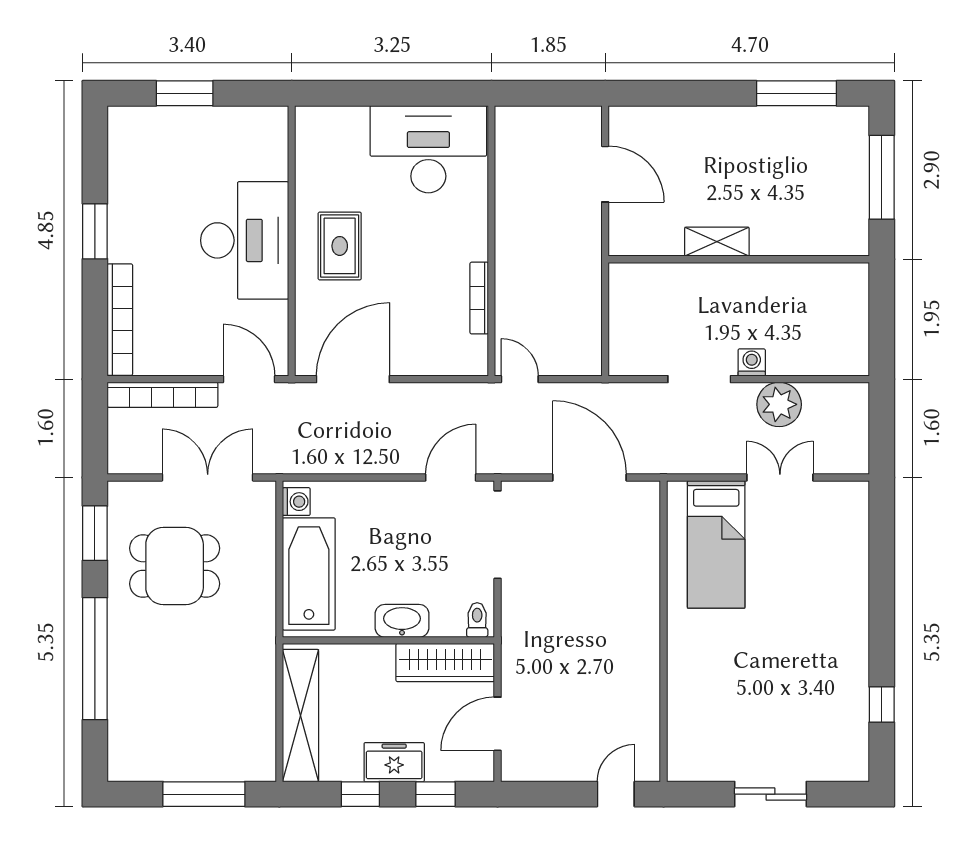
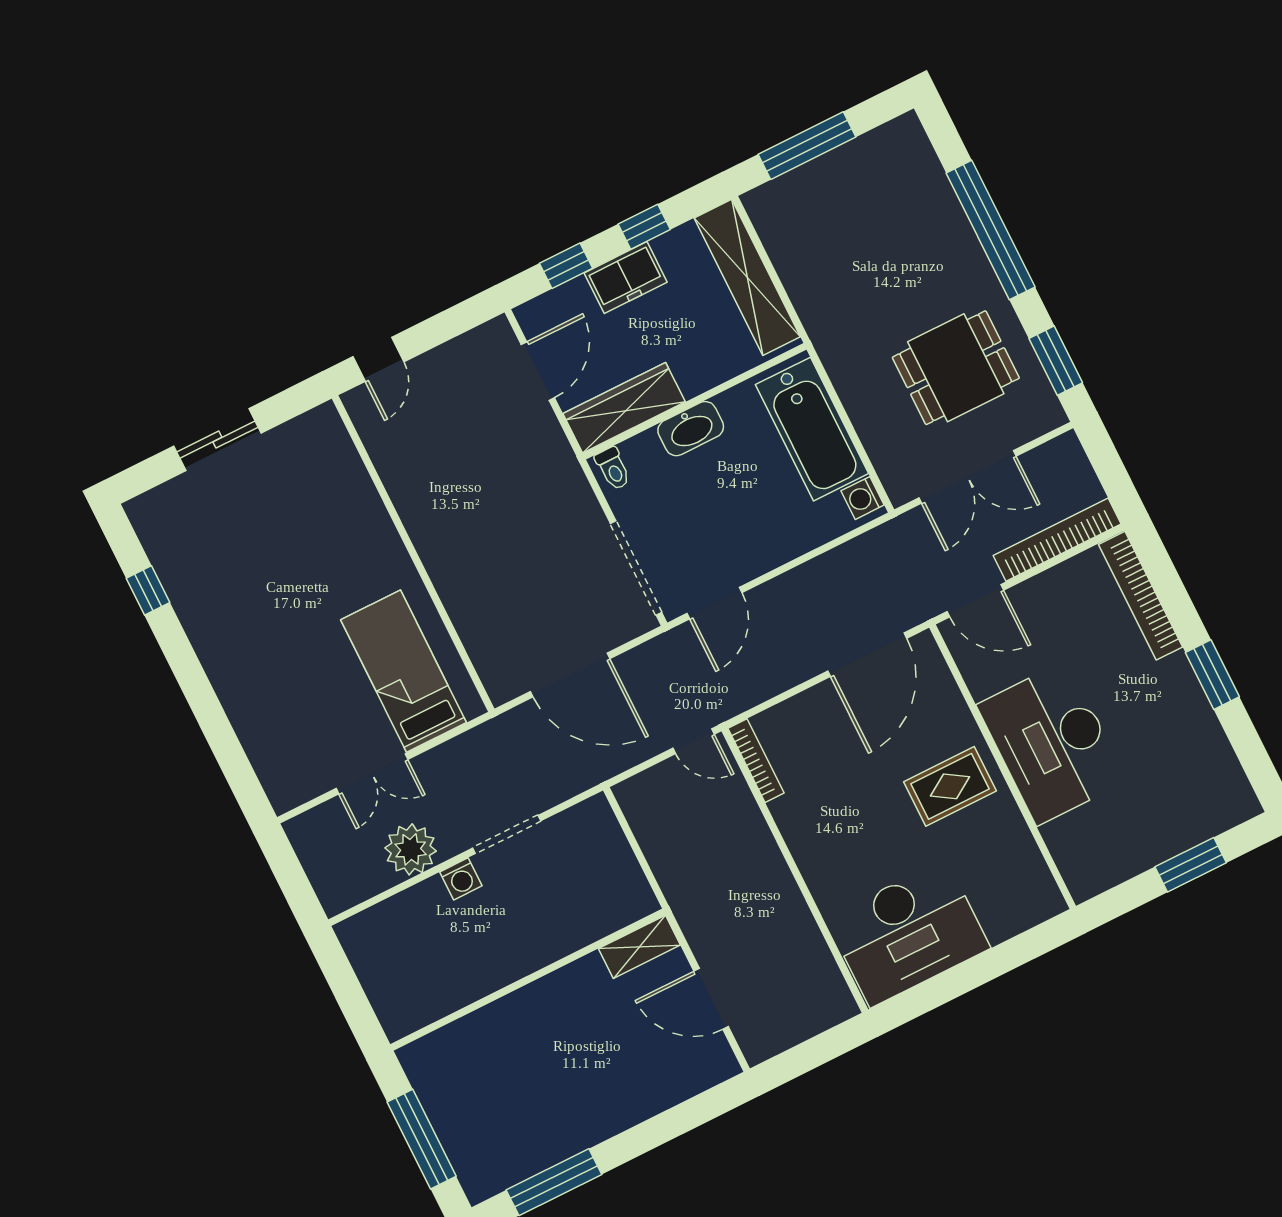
shelving: (717, 242) -> (639, 947), moved
rug: (340, 246) -> (950, 786), turned 90
bookcase: (479, 298) -> (756, 761), moved

